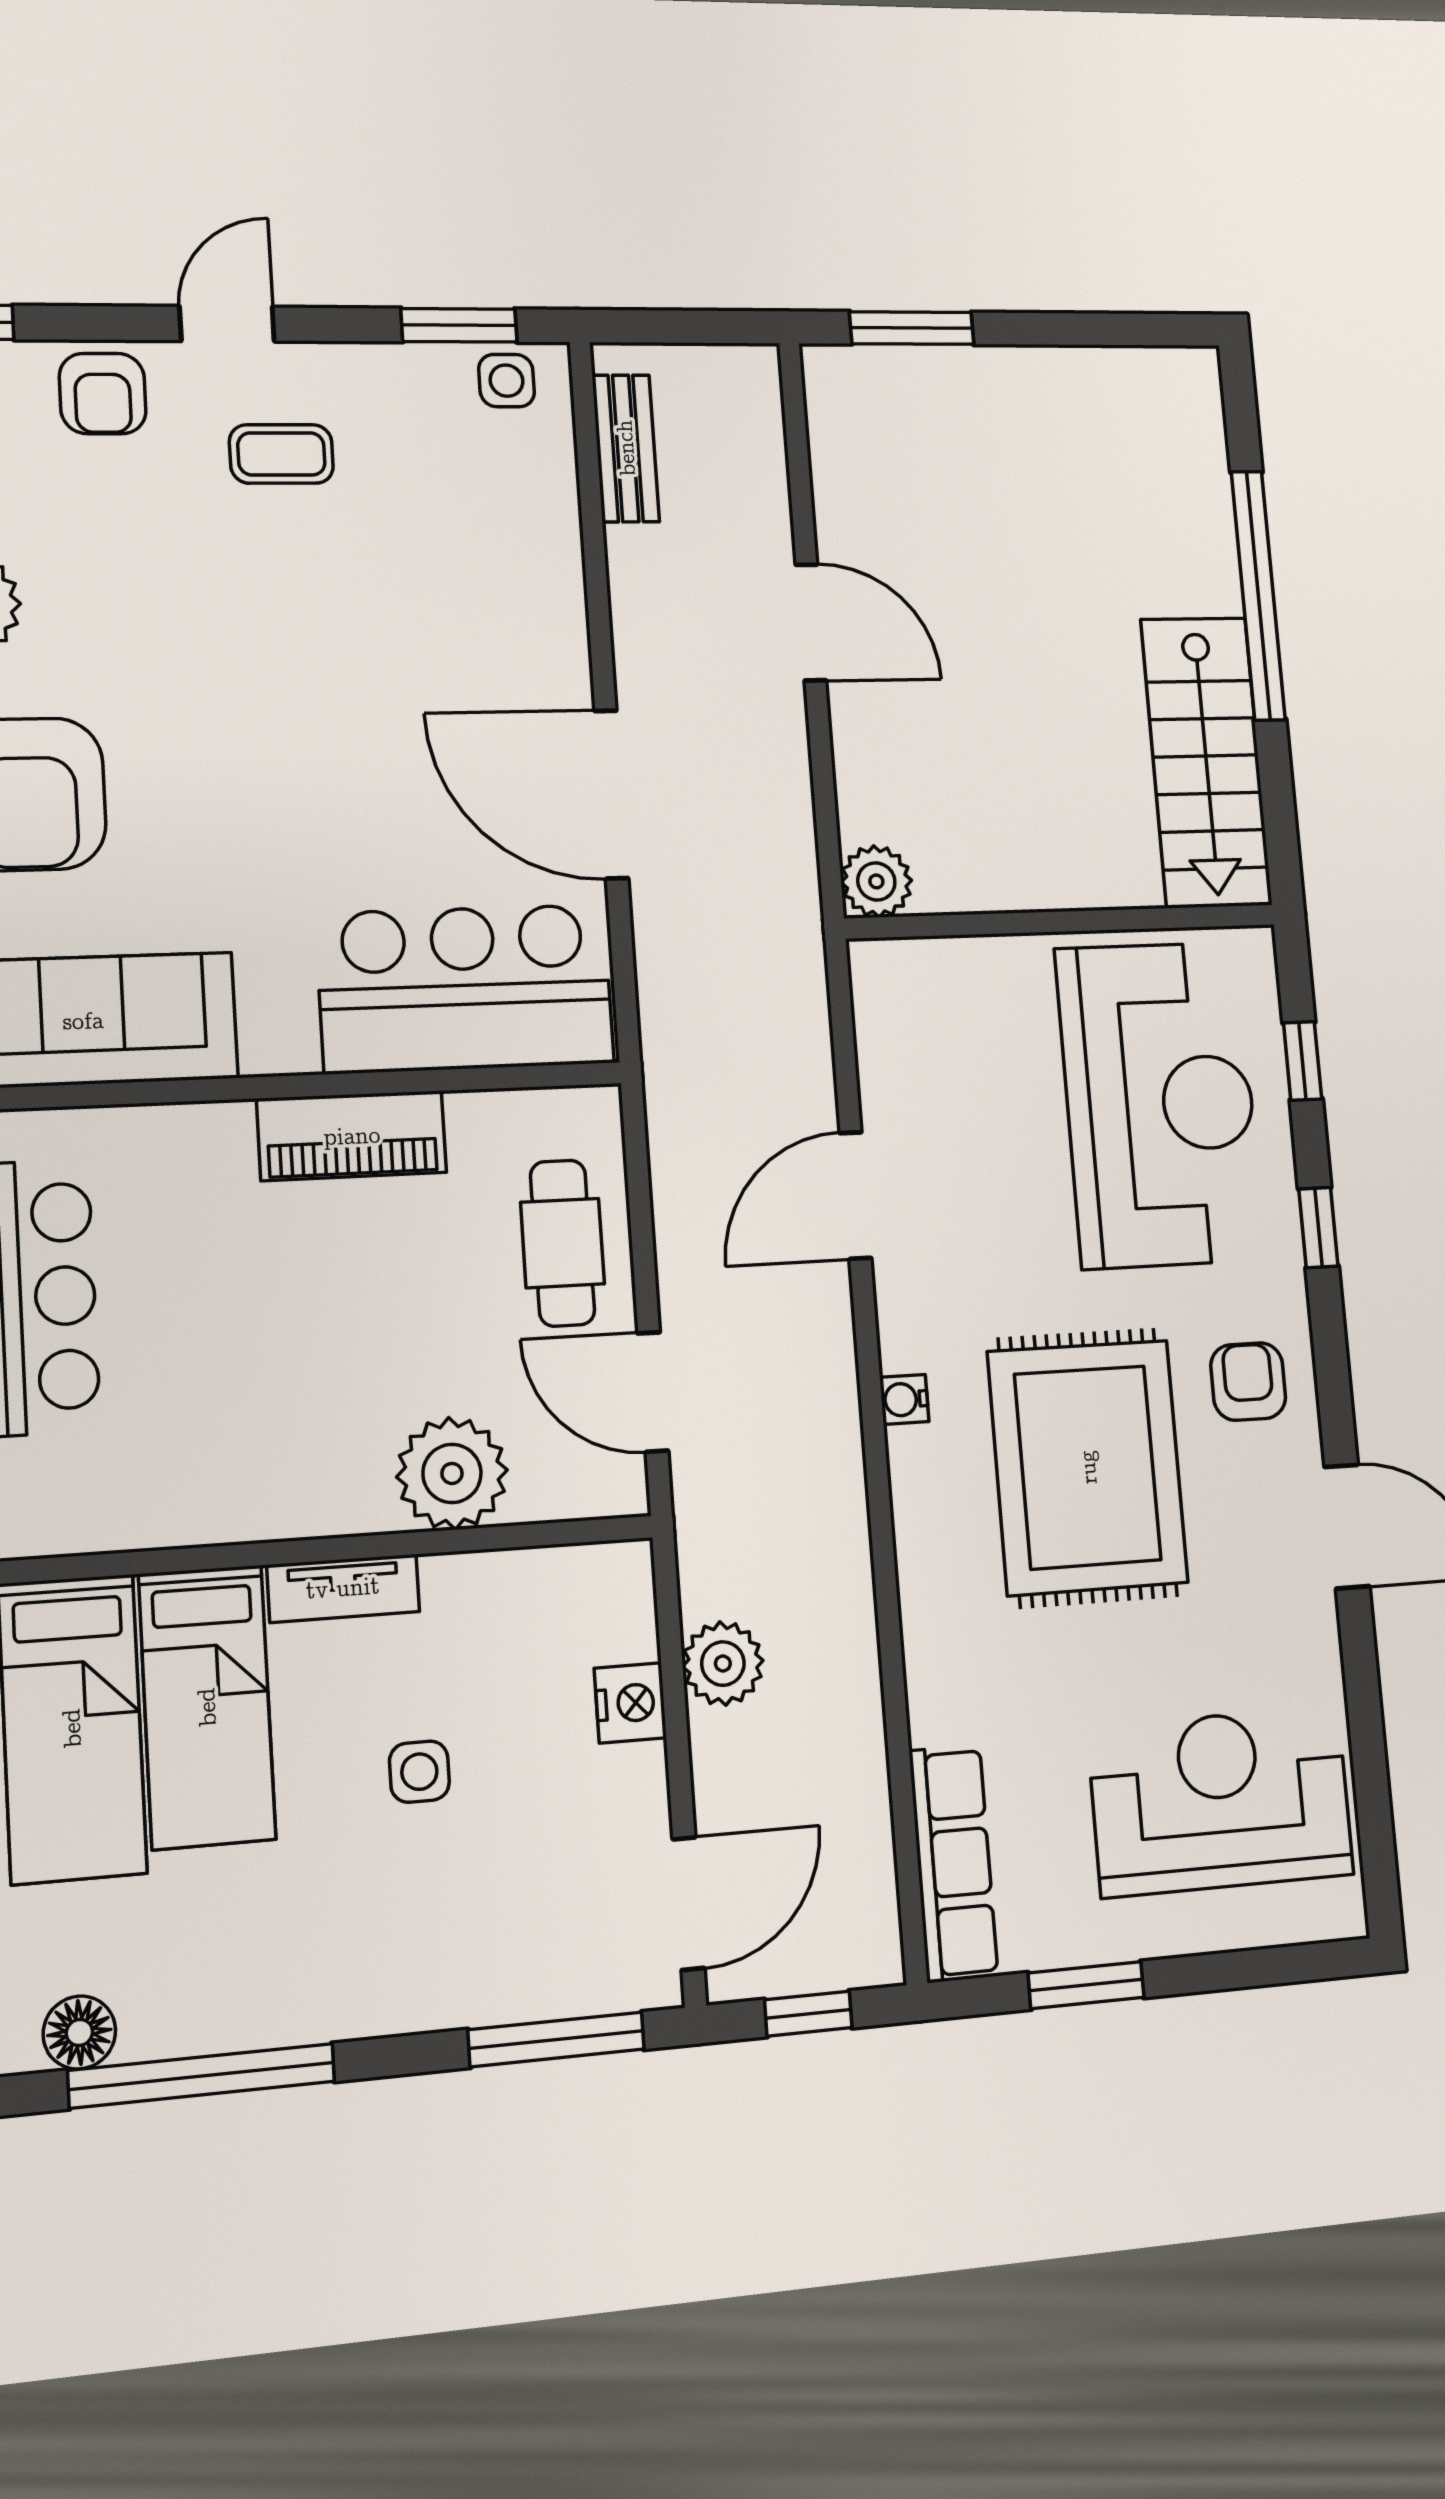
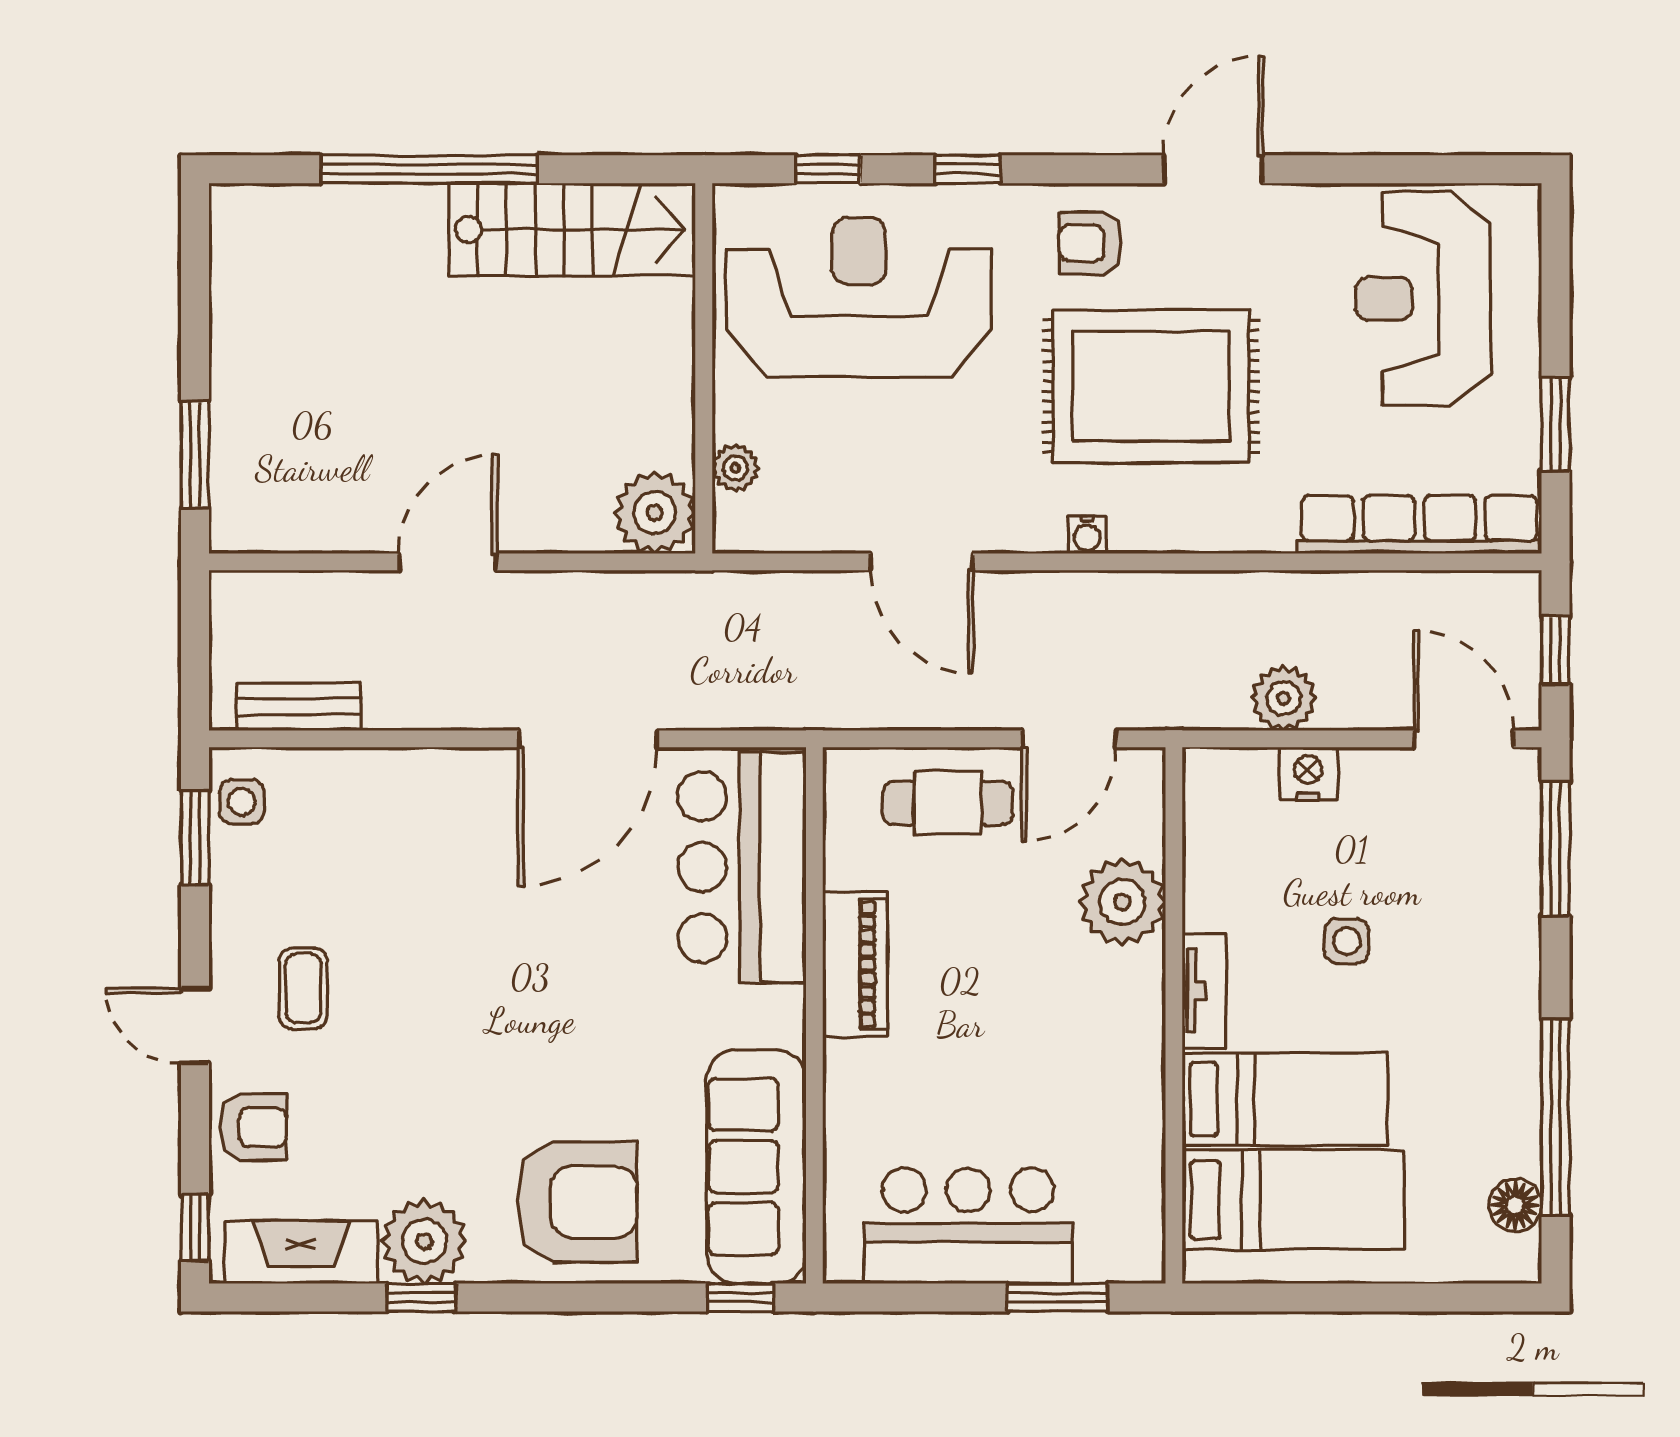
plant: (876, 881) -> (655, 513), width x1.36, depth x1.36
plant: (949, 963) -> (735, 468), added
row of seats: (953, 1863) -> (1419, 525), width x1.36

